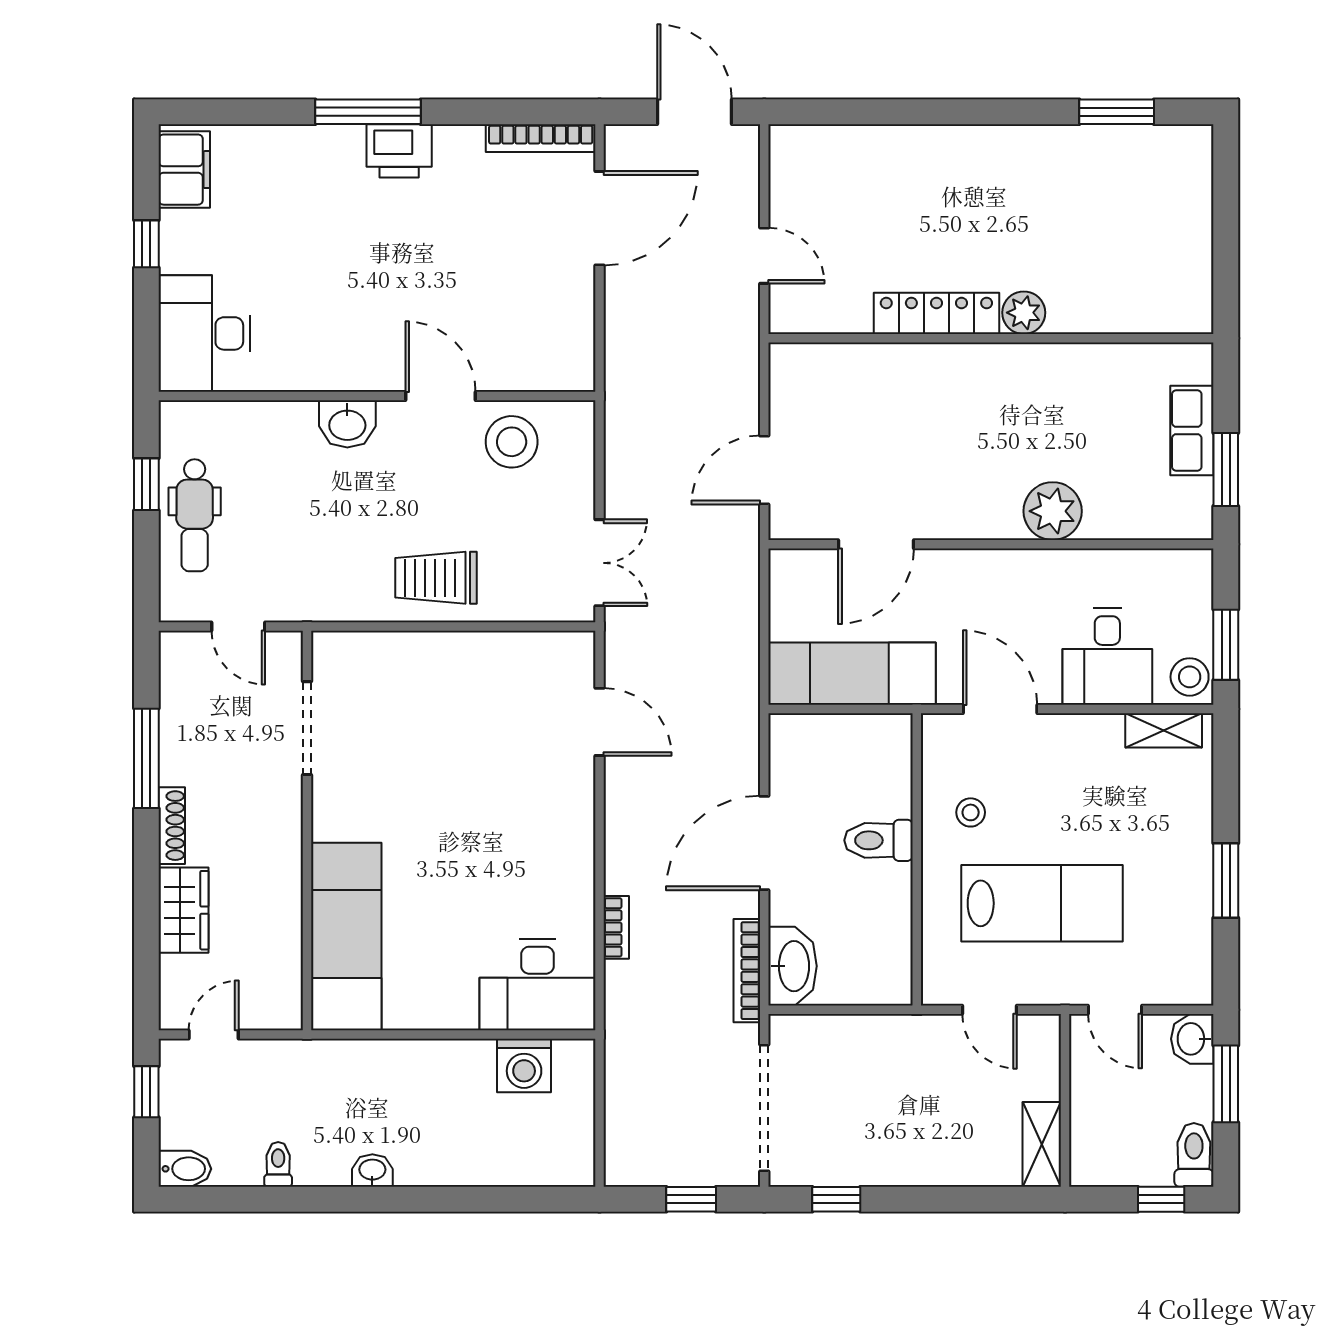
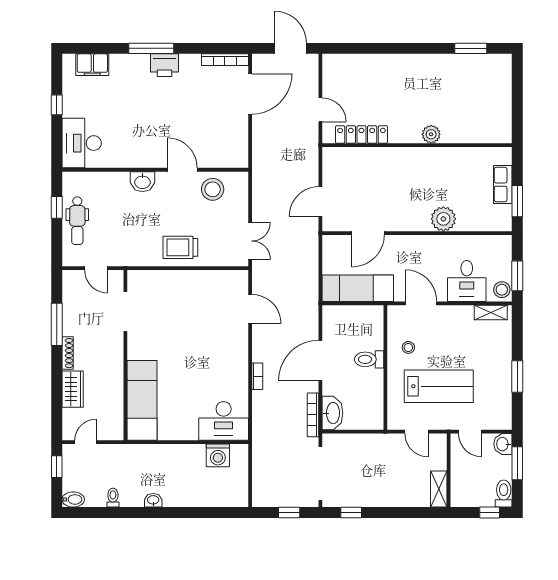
filing cabinet: (184, 170) -> (92, 65), moved, turned 90
locker: (936, 313) -> (362, 135), moved
bookcase: (616, 927) -> (257, 376), moved

